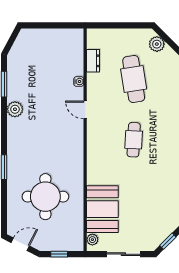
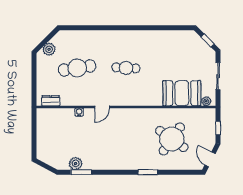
dresser: (93, 61) -> (51, 101), moved
plant: (15, 109) -> (76, 163), moved
round table: (45, 197) -> (172, 139), turned 35

